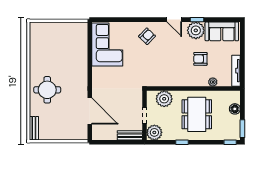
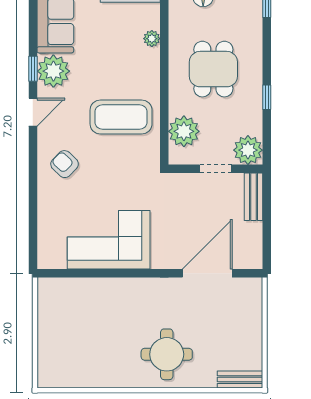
corner sofa: (107, 45) -> (109, 240), moved
armchair: (200, 59) -> (108, 62), removed
coffee table: (172, 66) -> (121, 117), added
dining table: (197, 114) -> (213, 69), width x0.73

